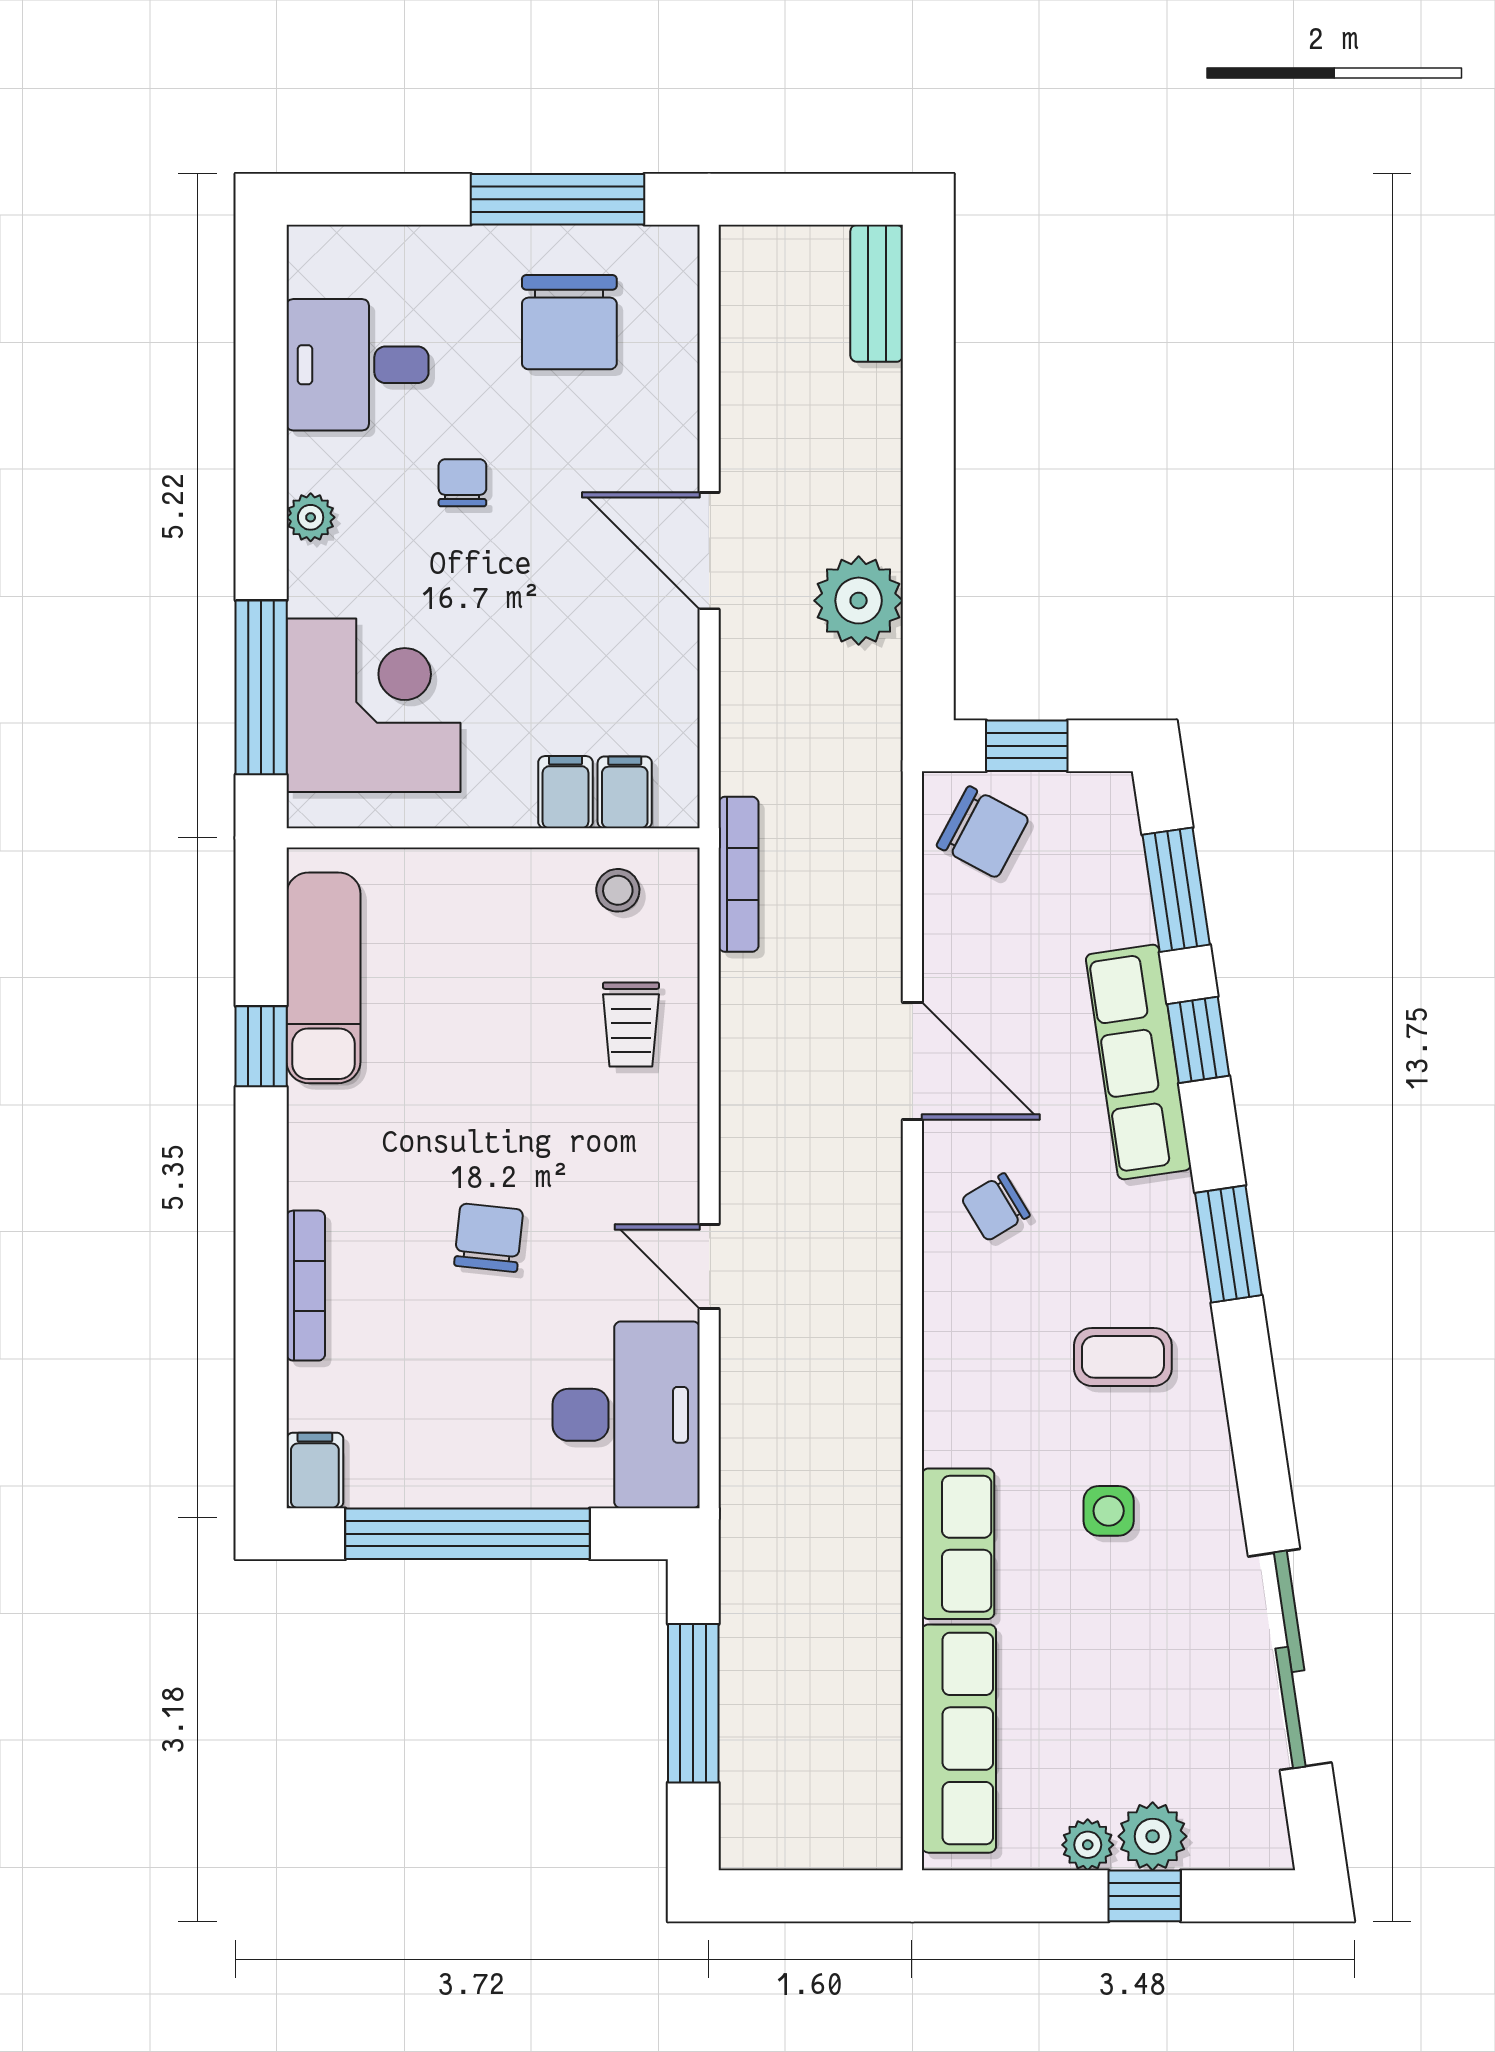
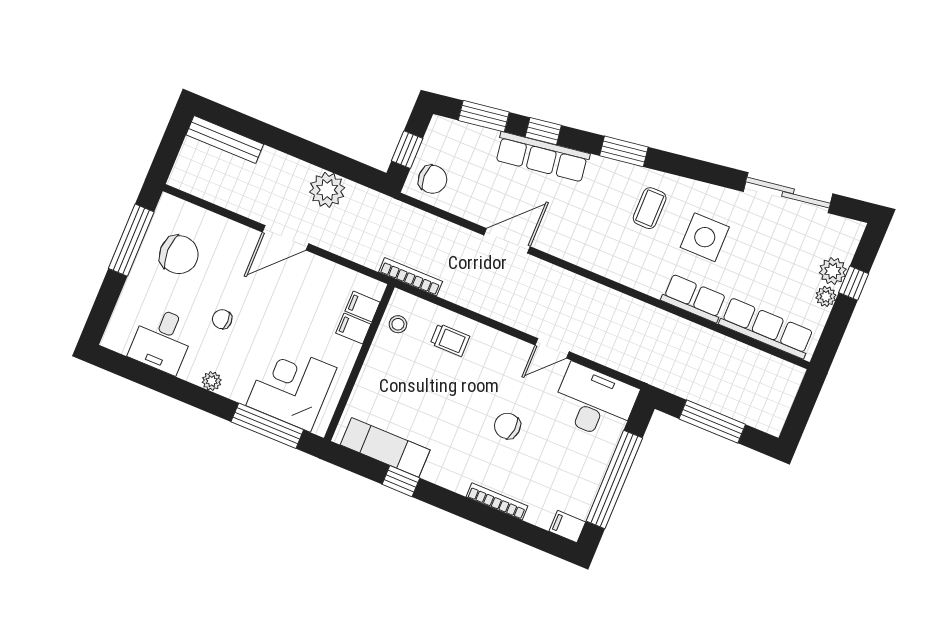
bench: (877, 293) -> (225, 140), width x1.36
chair: (983, 832) -> (433, 179), turned 62
chair: (996, 1207) -> (574, 232), removed
side table: (1109, 1511) -> (705, 237), width x1.87, depth x1.87

